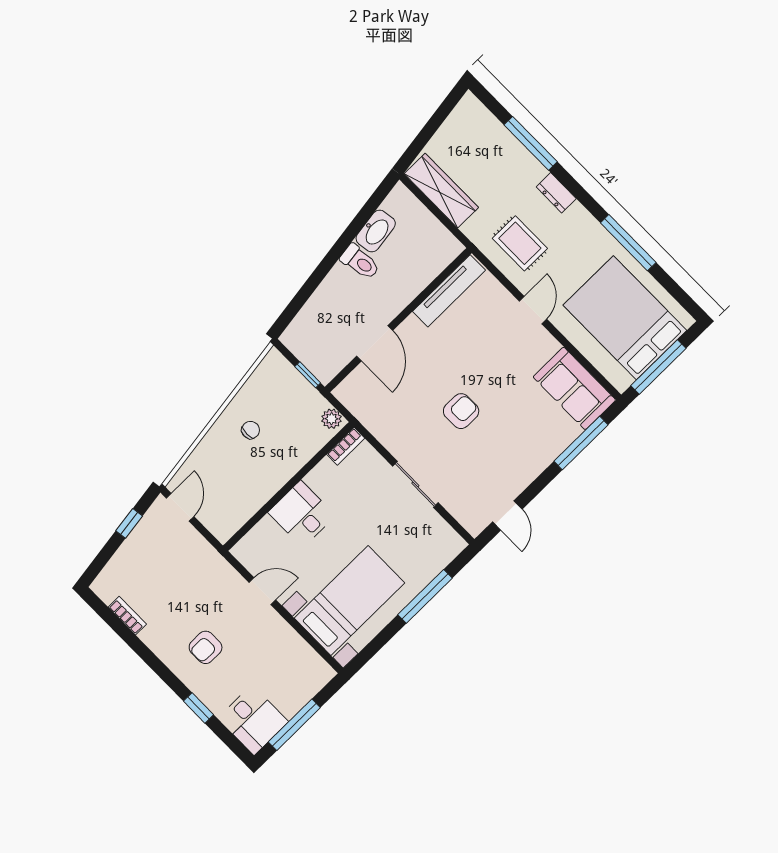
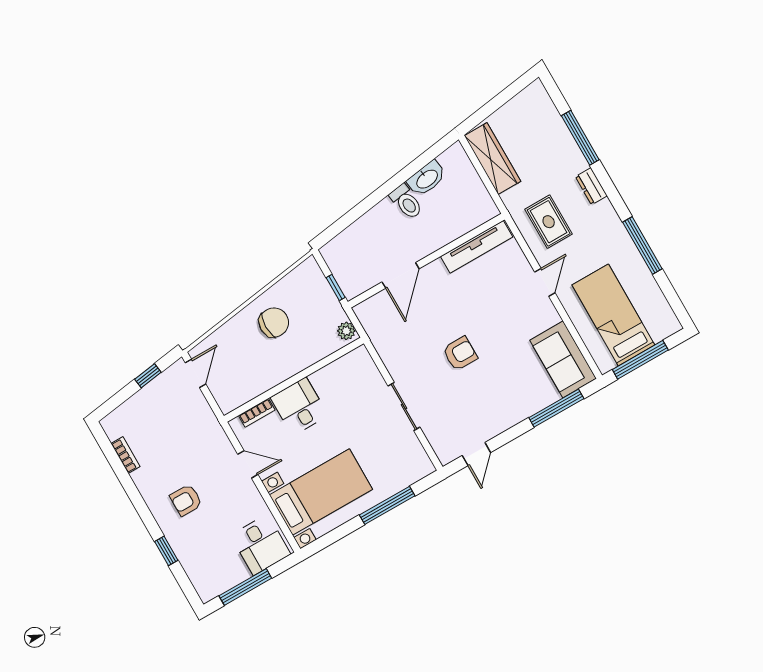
bed: (625, 318) -> (613, 315), width x0.67
chair: (251, 430) -> (274, 322), width x1.87, depth x1.87
bookcase: (346, 446) -> (257, 413), moved
desk: (253, 720) -> (261, 545), moved

